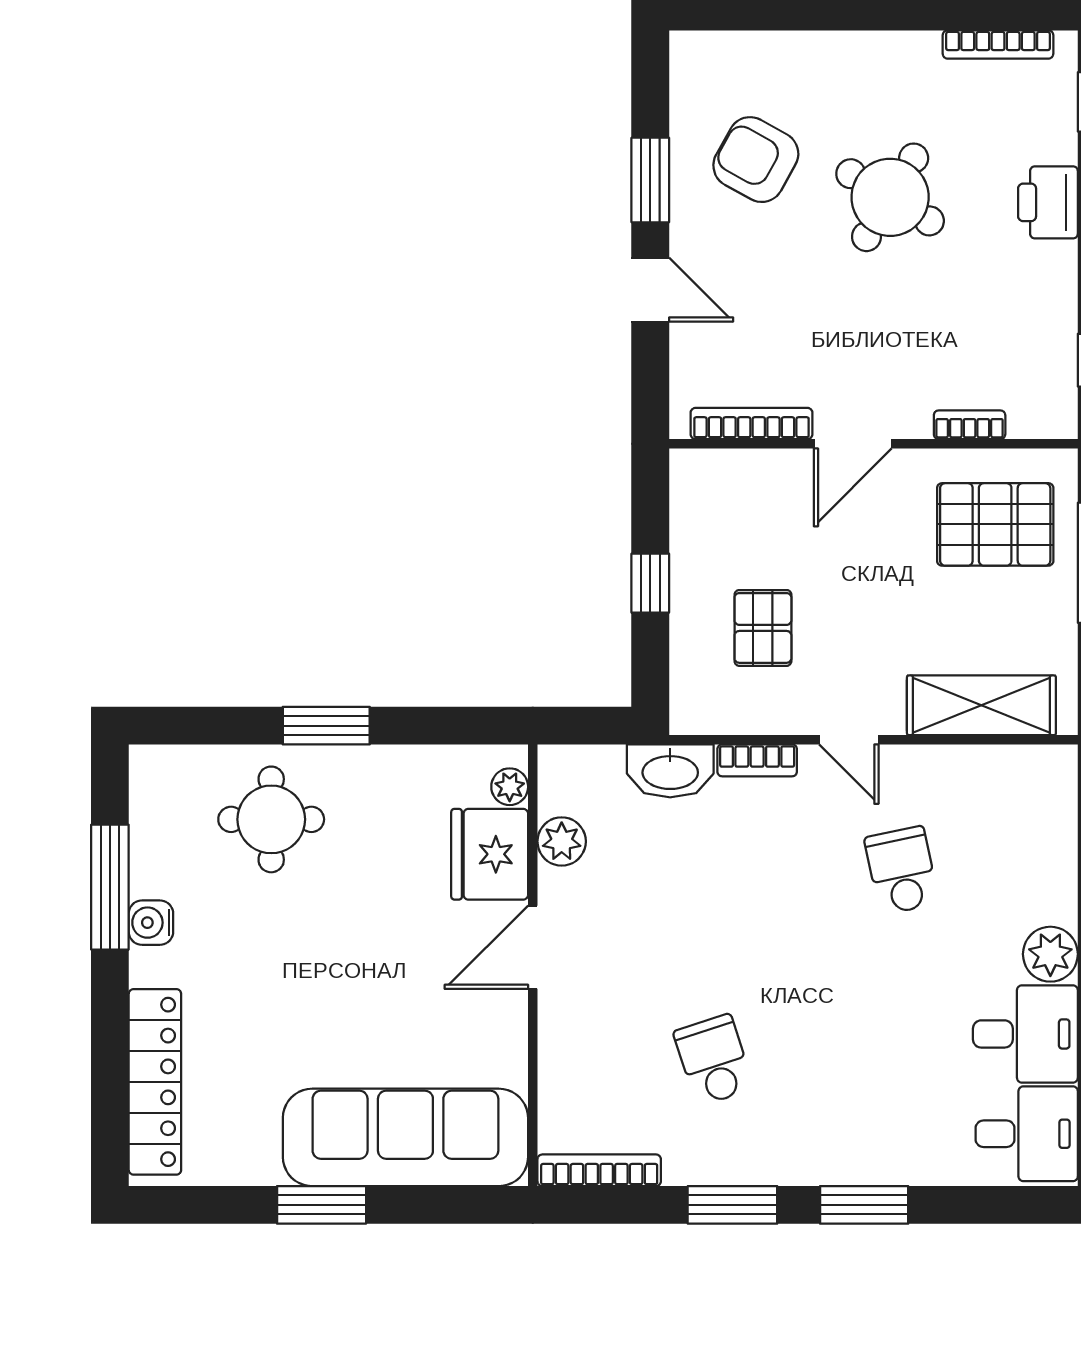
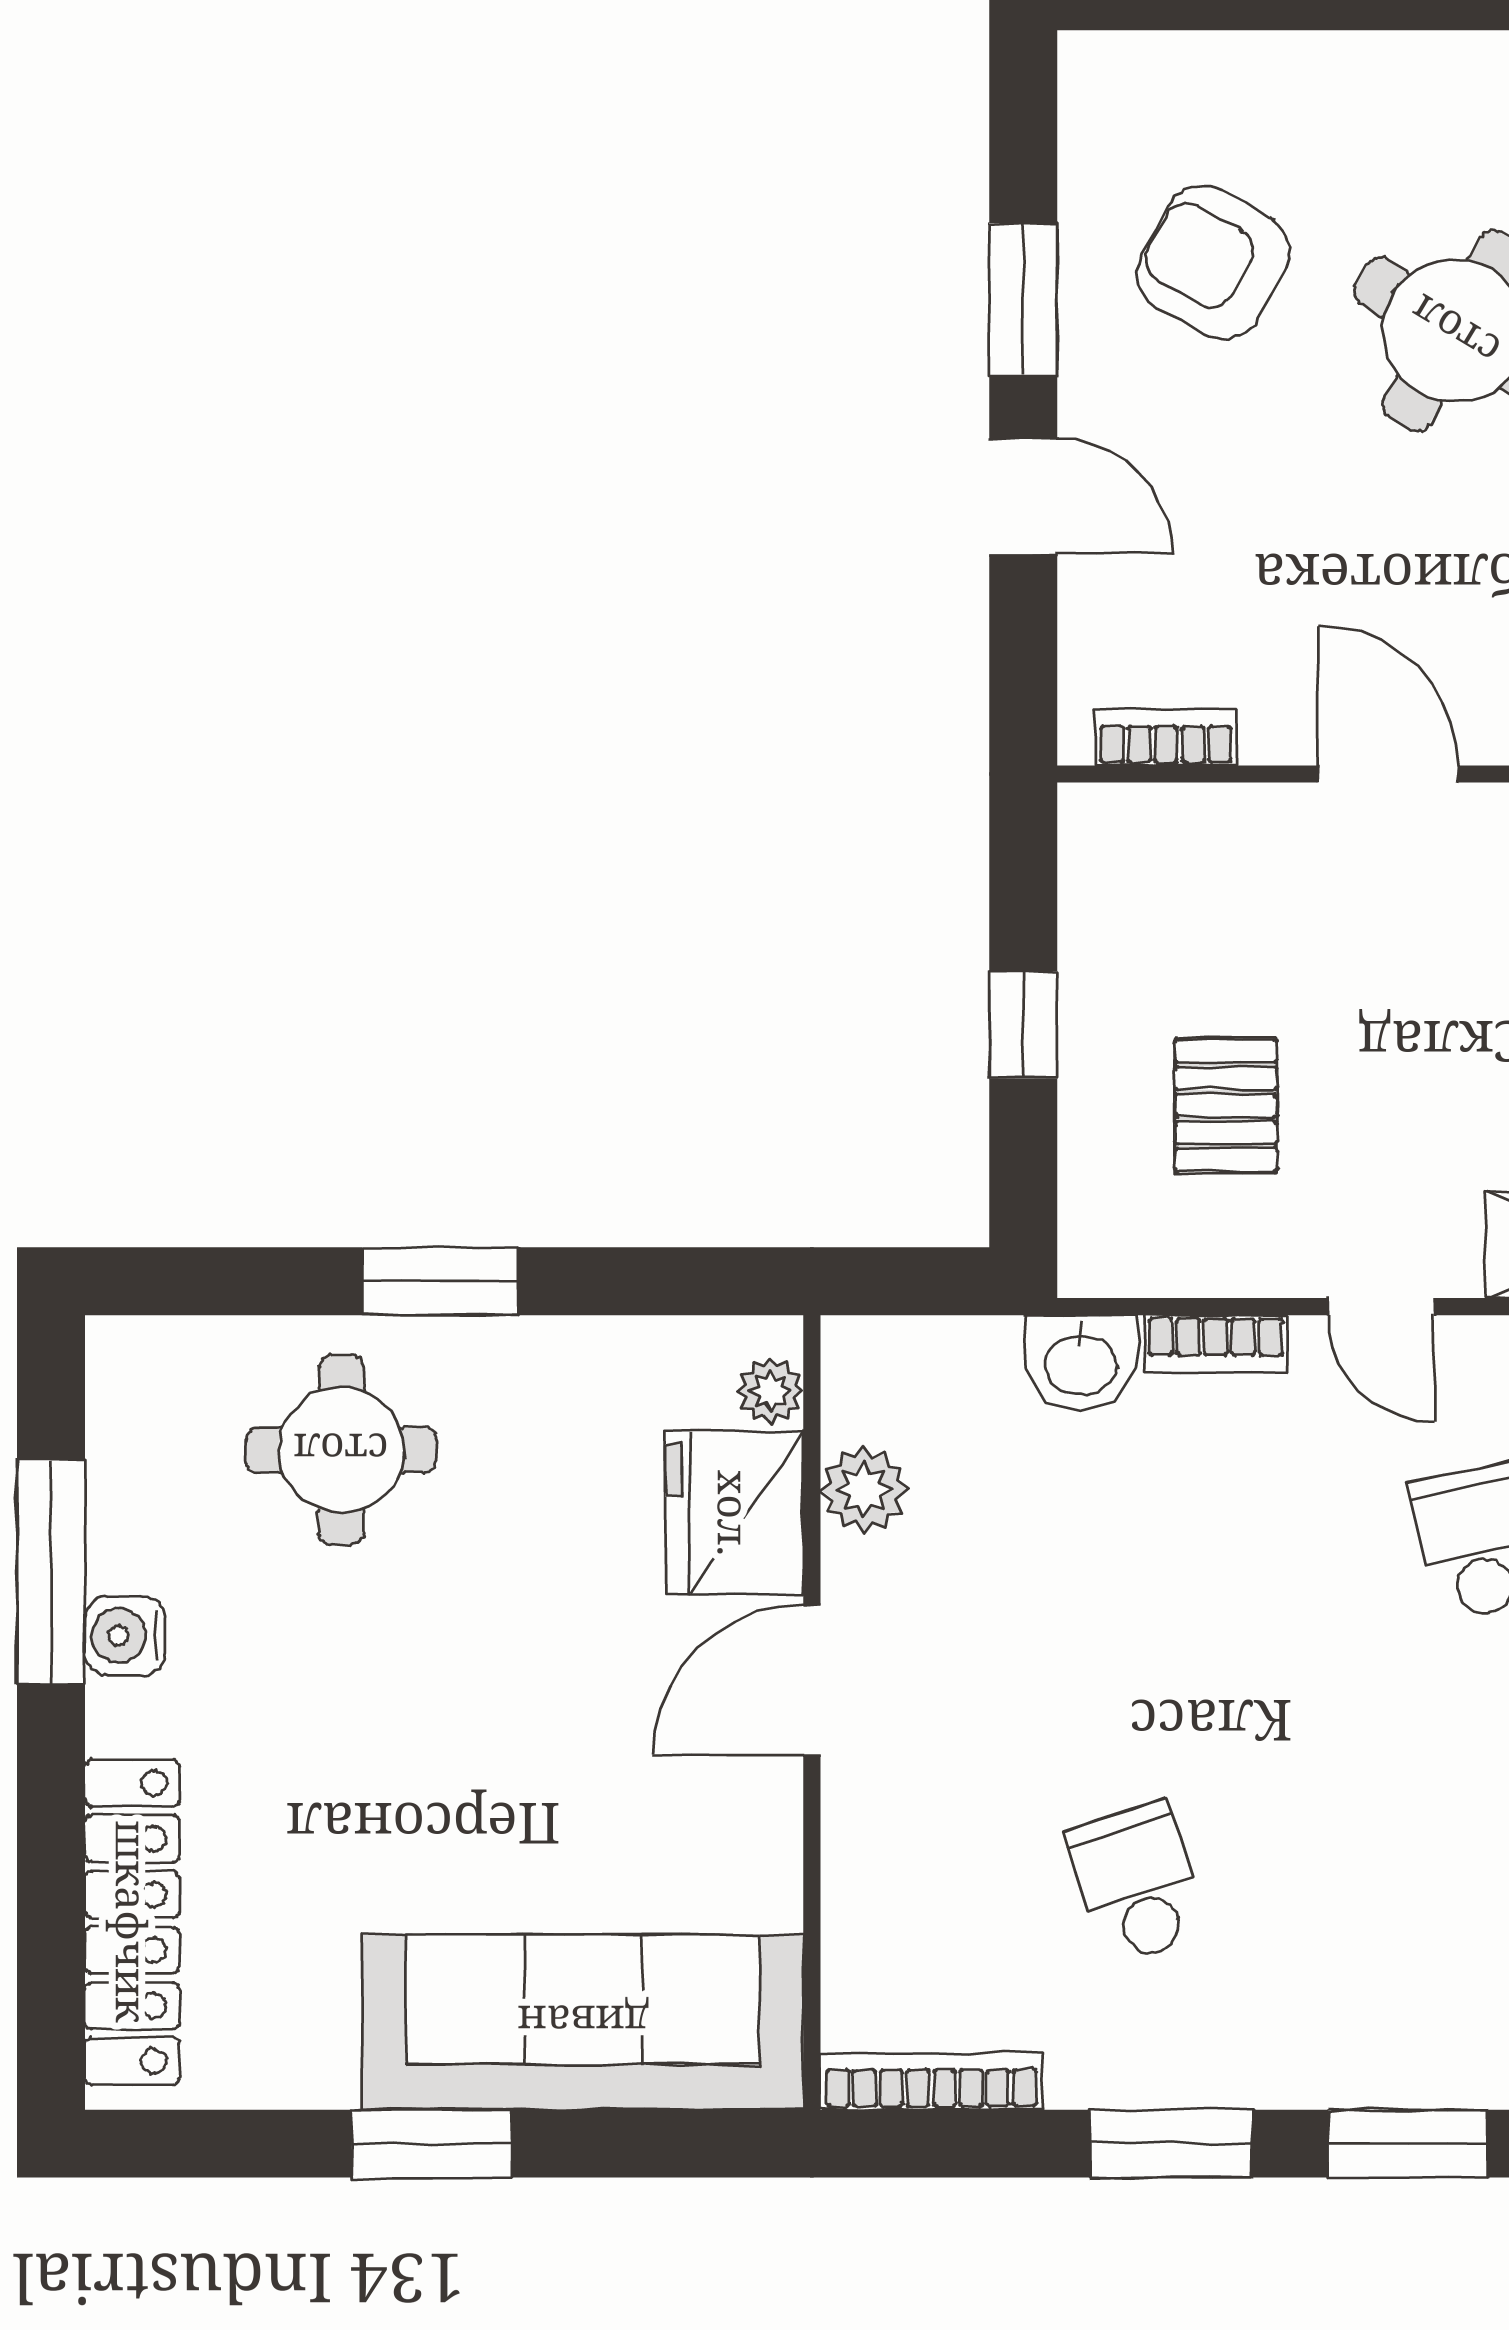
bookcase: (752, 423) -> (1166, 738), width x0.64
door: (853, 444) -> (1388, 774), swing flipped
washbasin: (670, 771) -> (1081, 1363), width x0.72

